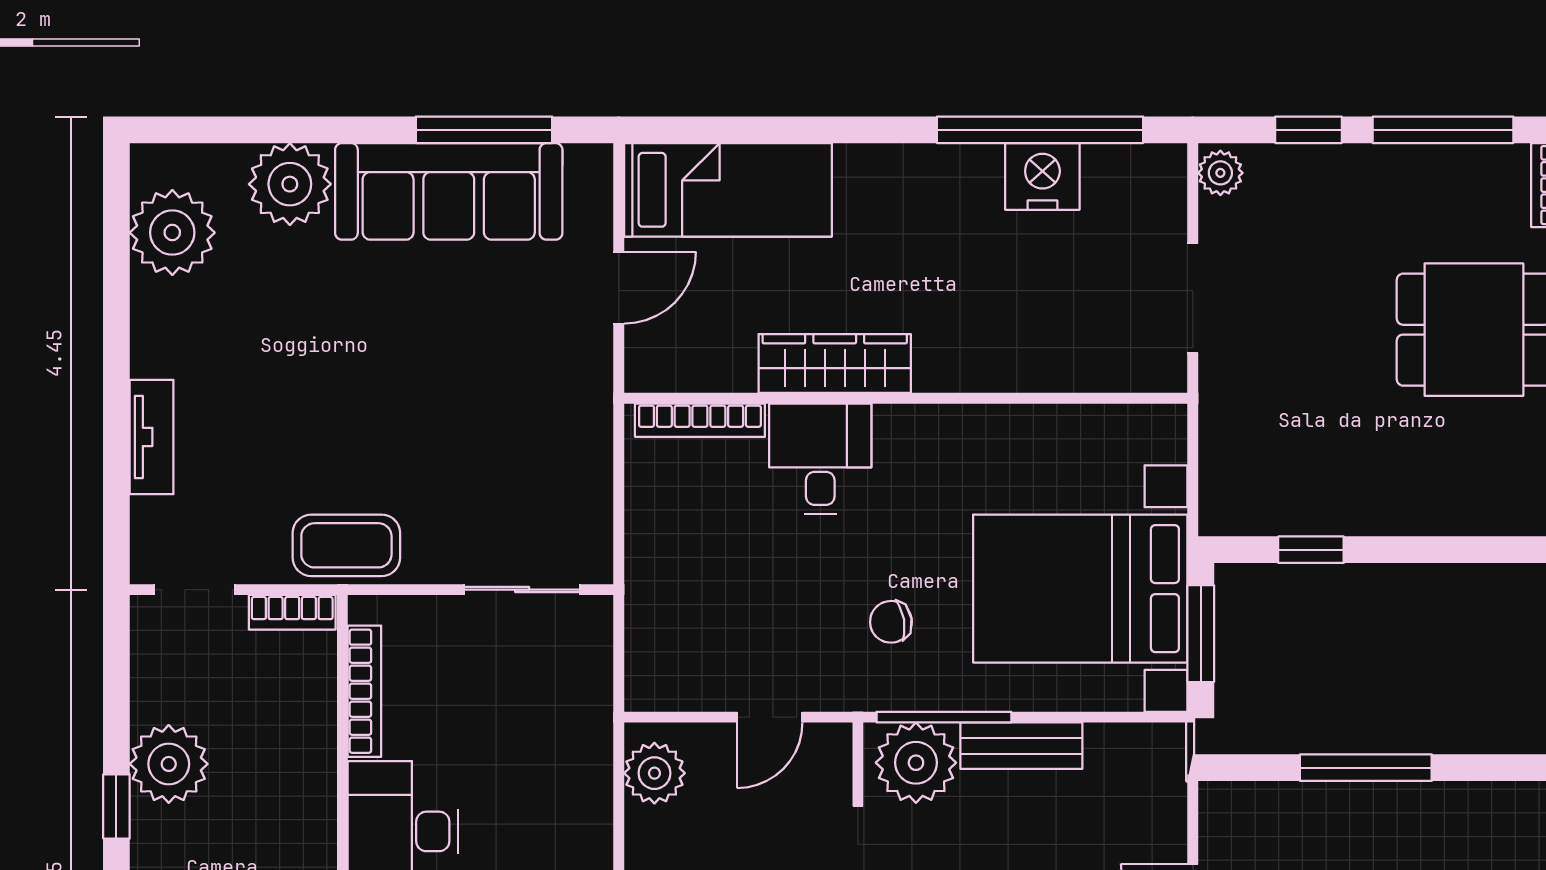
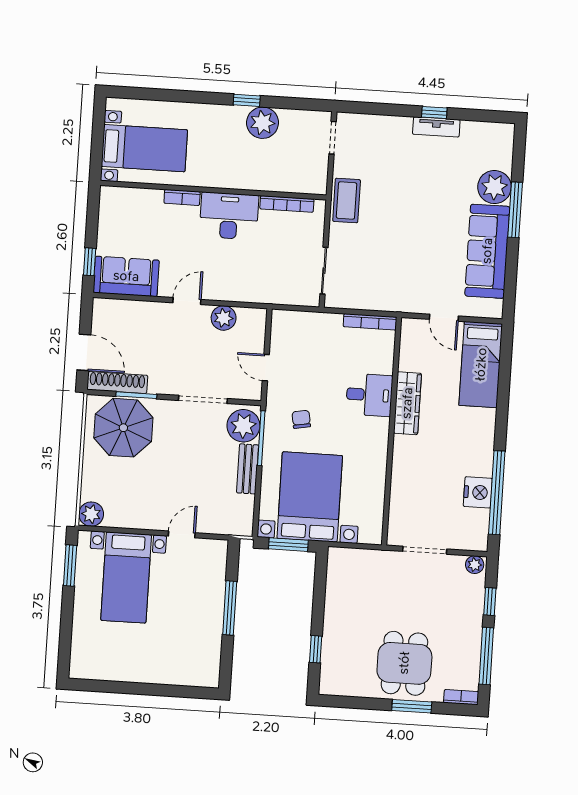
window: (484, 130) -> (515, 210), moved
plant: (172, 233) -> (478, 138), removed
window: (116, 344) -> (434, 113), added
bookcase: (700, 420) -> (370, 322), moved, turned -90
tv unit: (152, 437) -> (436, 127), moved
window: (1311, 550) -> (316, 649), moved
bookcase: (292, 612) -> (321, 177), removed
plant: (654, 773) -> (224, 318), moved

